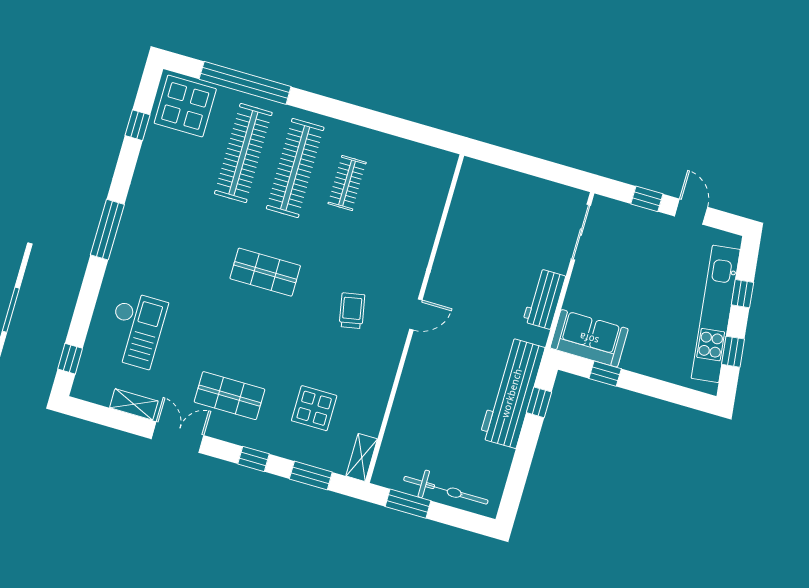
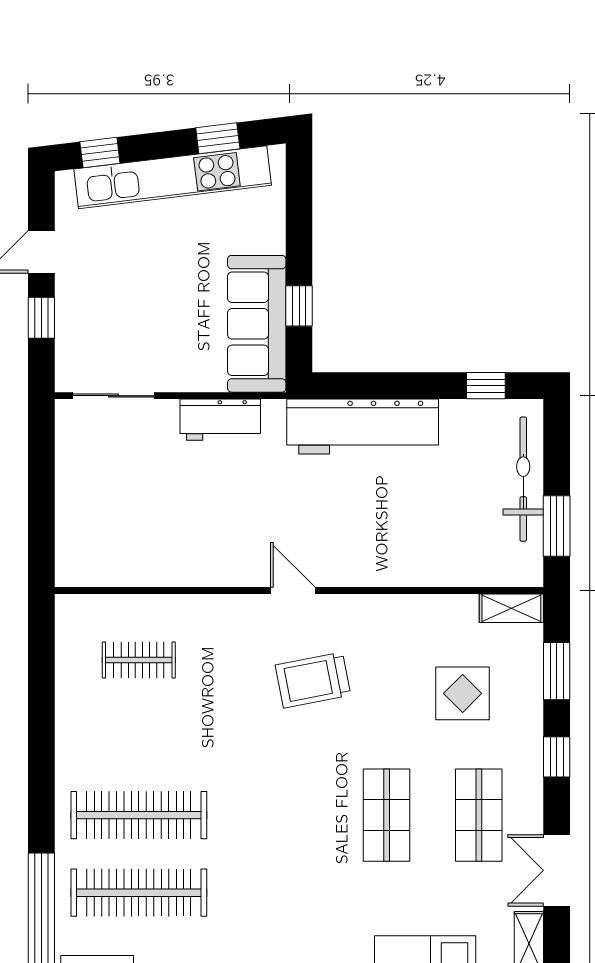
clothes rail: (347, 183) -> (139, 660), moved
shop shelf: (265, 272) -> (387, 815), moved
window: (742, 294) -> (100, 152), moved
trolley: (352, 311) -> (313, 680), width x1.36, depth x1.39
sofa: (589, 338) -> (257, 324), width x1.36
window: (539, 402) -> (486, 386), moved

